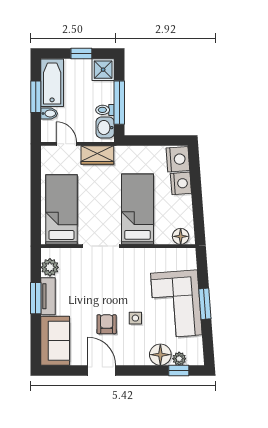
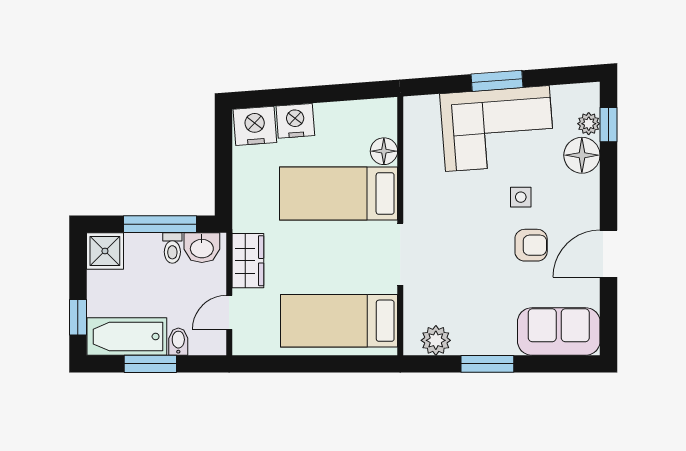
window: (81, 54) -> (78, 317), moved
floor lamp: (181, 236) -> (384, 151), moved
tv unit: (48, 296) -> (484, 343), removed
armchair: (107, 324) -> (531, 245), turned 180

